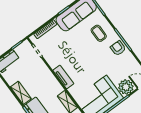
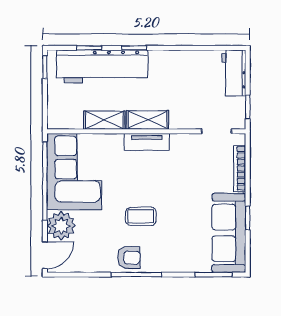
coffee table: (99, 33) -> (141, 216), moved
shelving: (21, 93) -> (147, 120), moved

